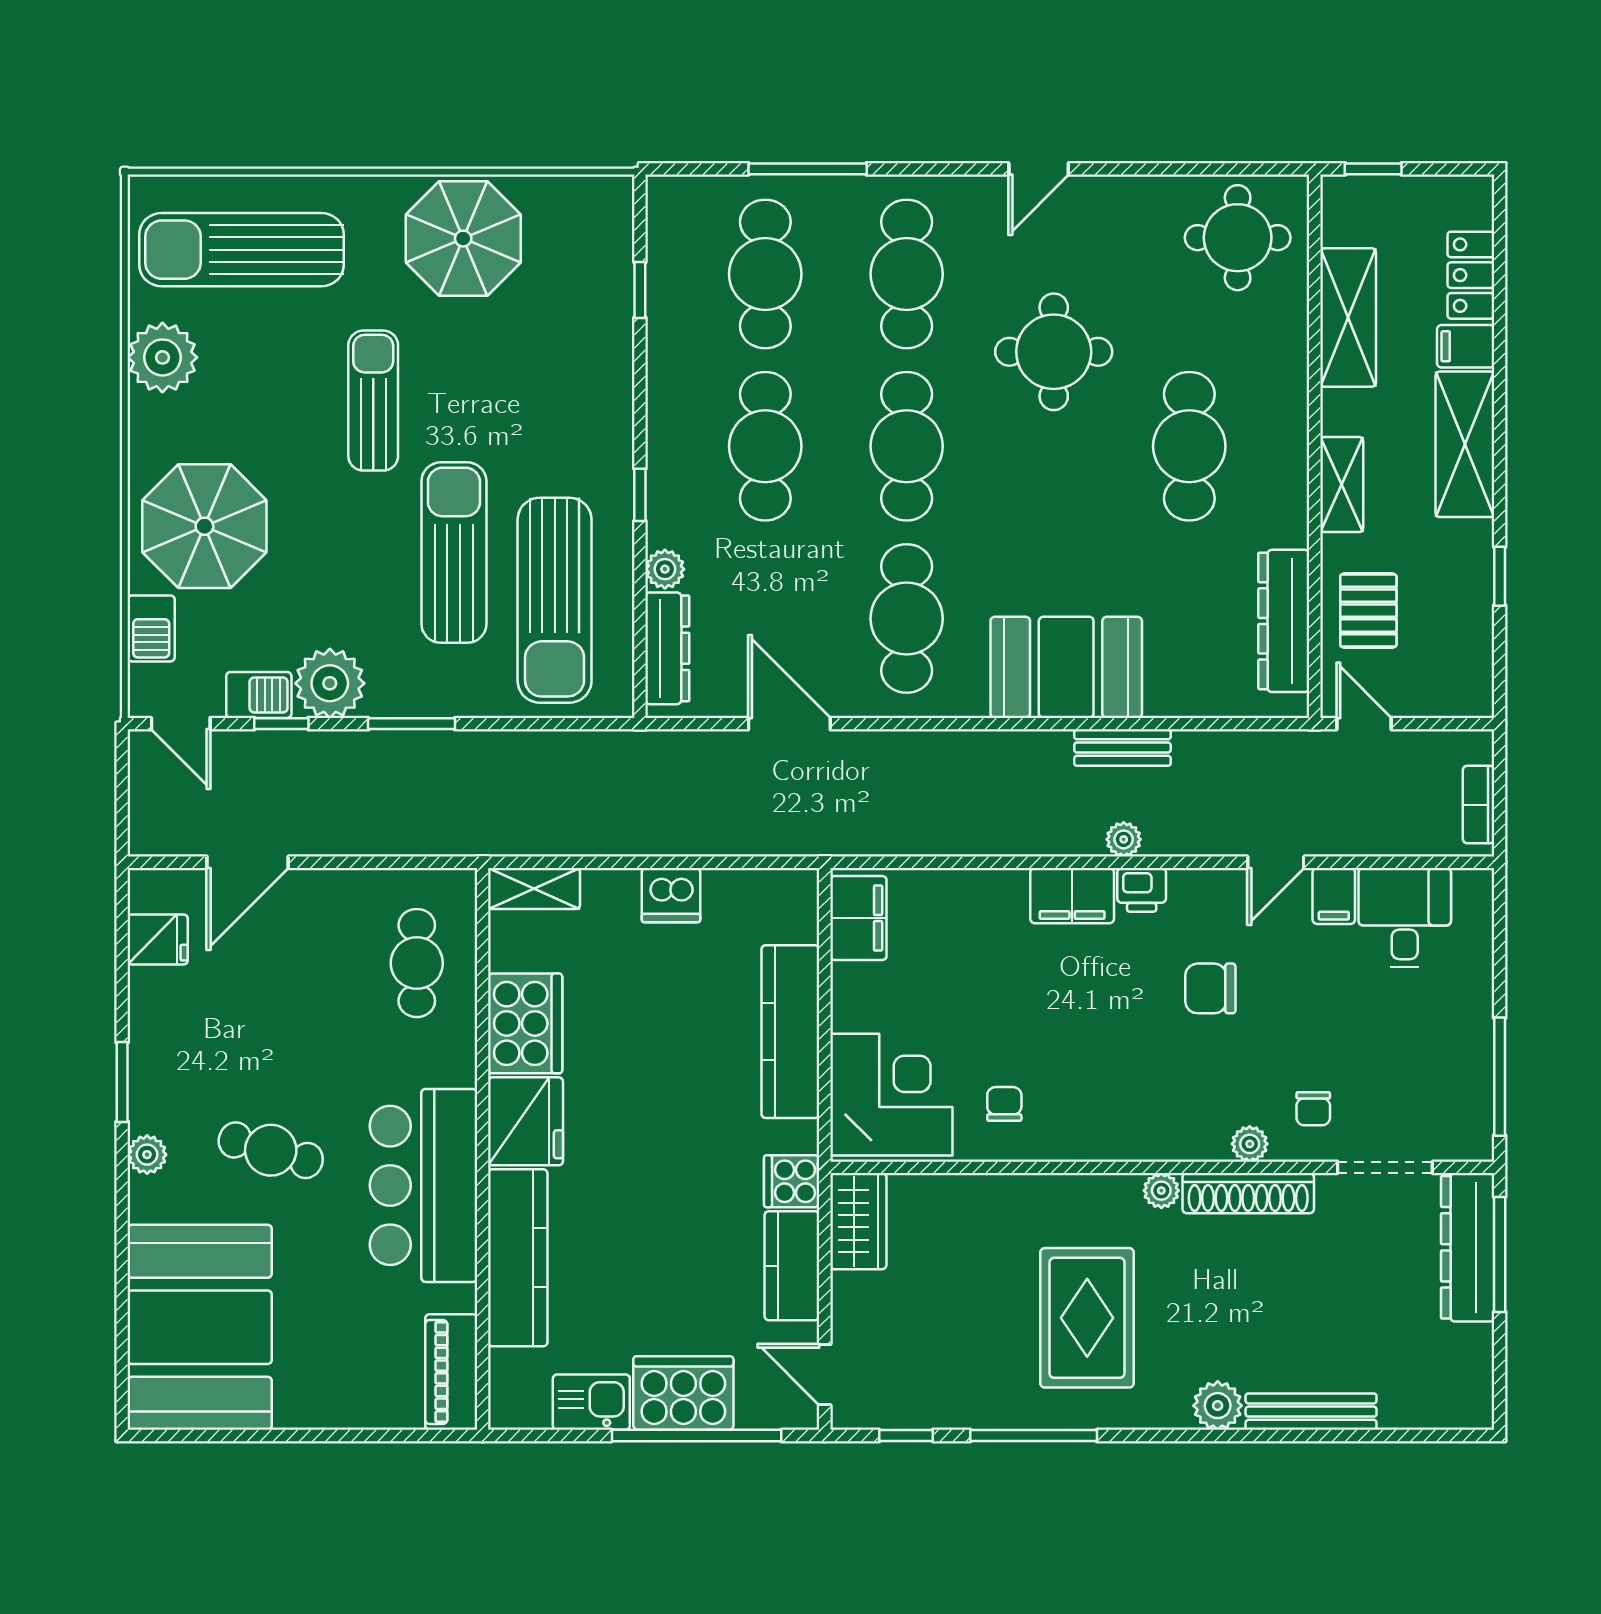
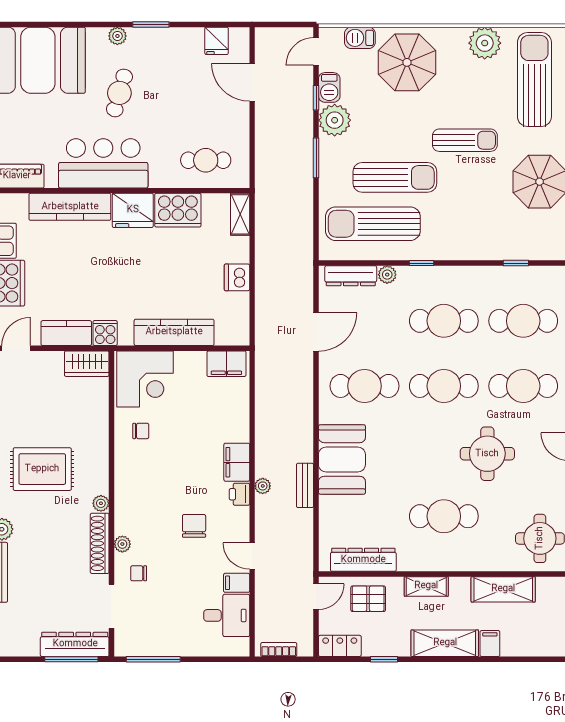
locker: (1471, 275) -> (340, 646), moved

